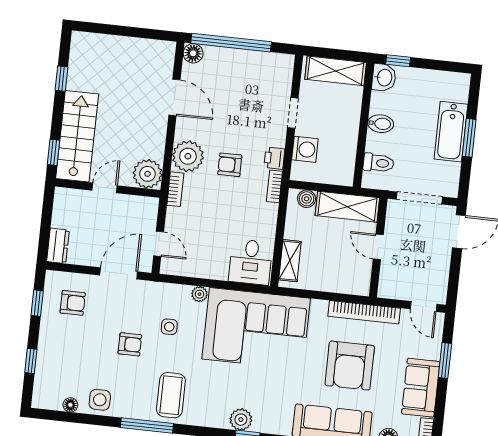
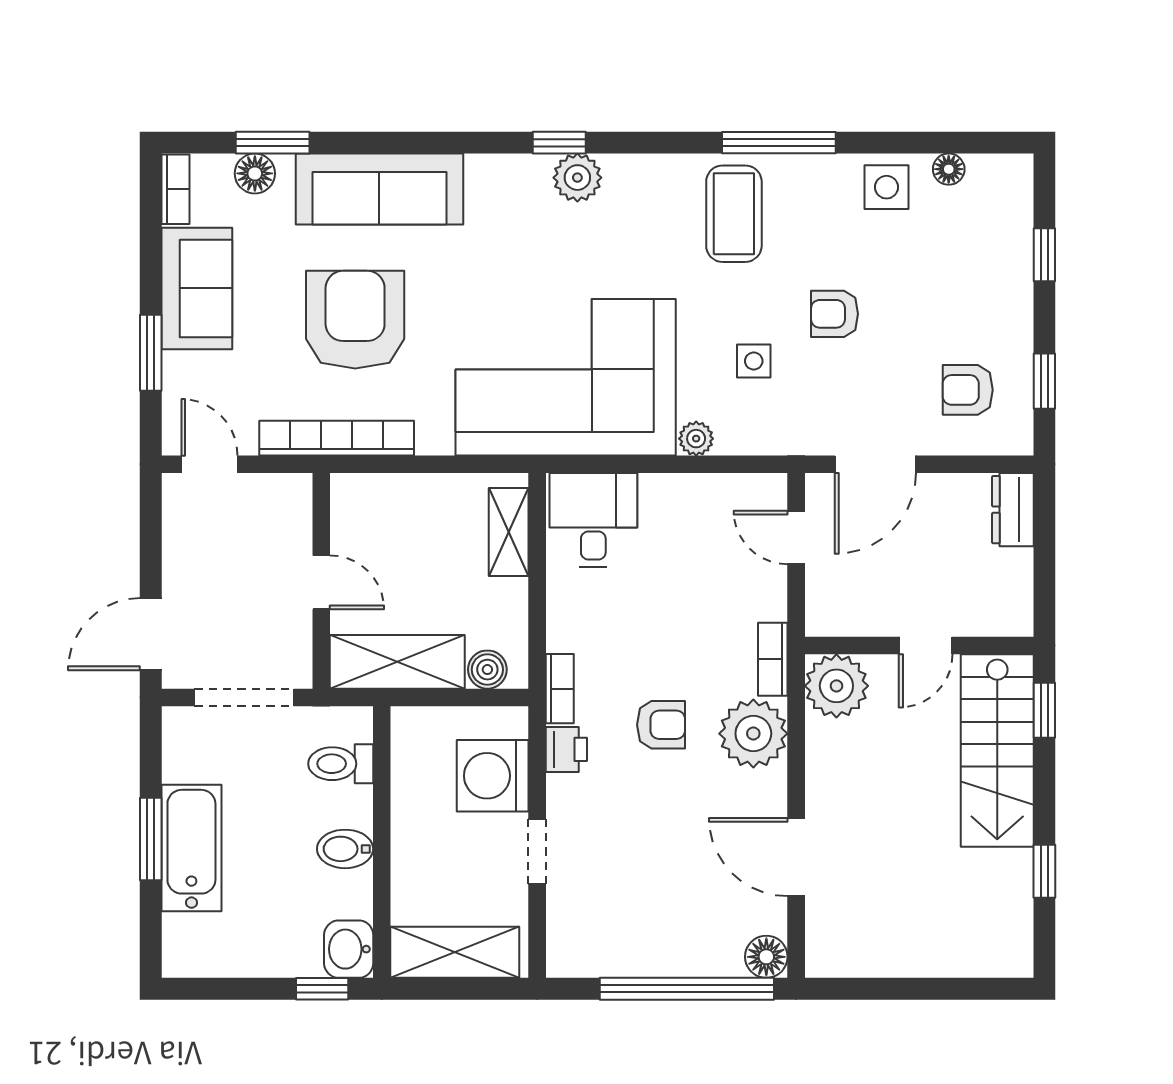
washing machine: (305, 149) -> (493, 776), width x1.37, depth x1.37

